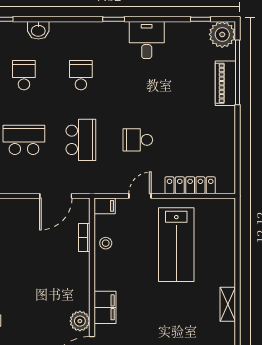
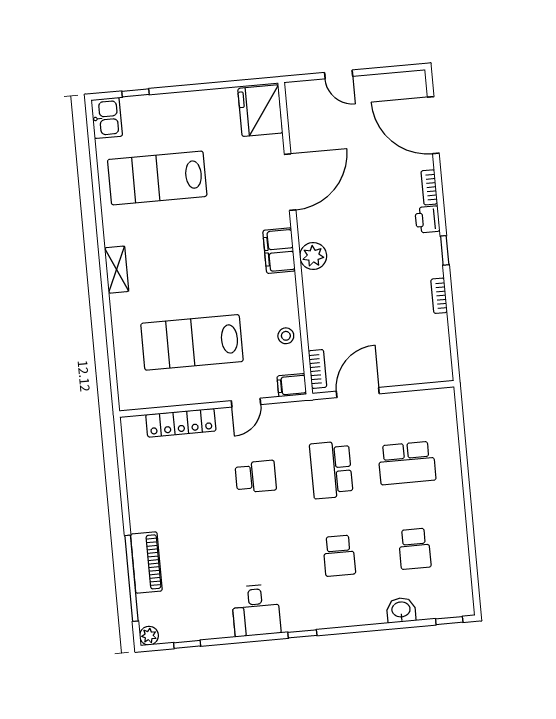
plant: (222, 34) -> (149, 636), width x0.53, depth x0.53
bookcase: (84, 238) -> (318, 369), moved
lab bench: (176, 245) -> (192, 342), turned -90
plant: (80, 321) -> (313, 256), moved

